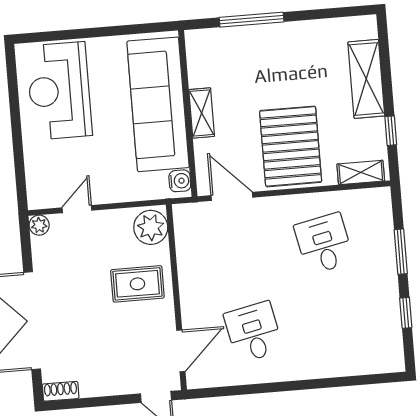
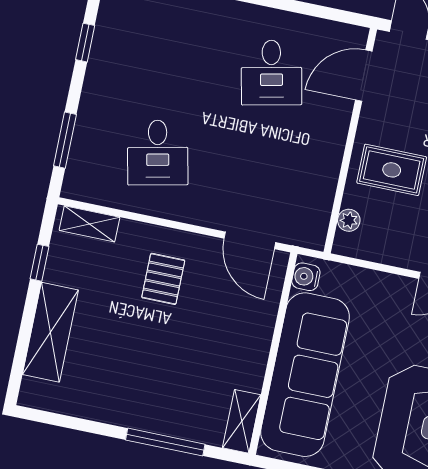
shelving: (202, 113) -> (242, 421), moved
pallet: (291, 146) -> (163, 279), width x0.49, depth x0.50
plant: (151, 227) -> (349, 220), width x0.53, depth x0.53
window: (401, 252) -> (65, 140), moved

